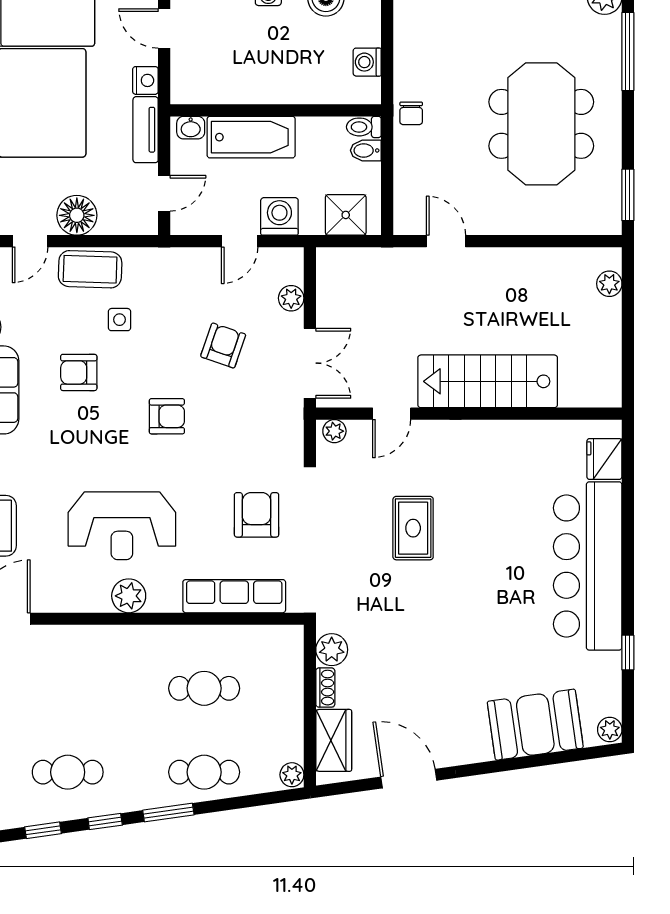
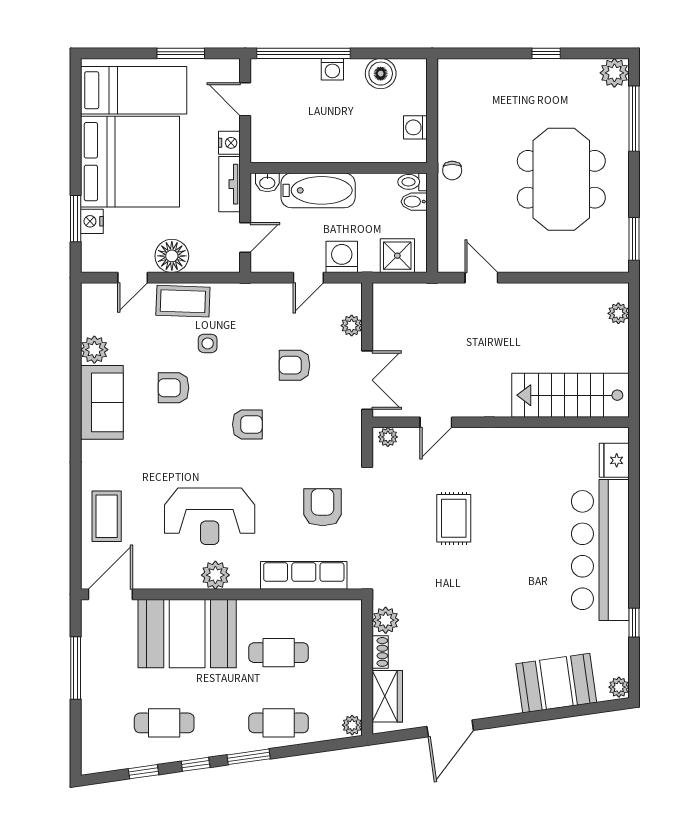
armchair: (223, 346) -> (295, 365), turned -109
stairs: (488, 381) -> (570, 395), moved
booth: (95, 666) -> (187, 634), added
door: (409, 779) -> (450, 728), swing flipped

